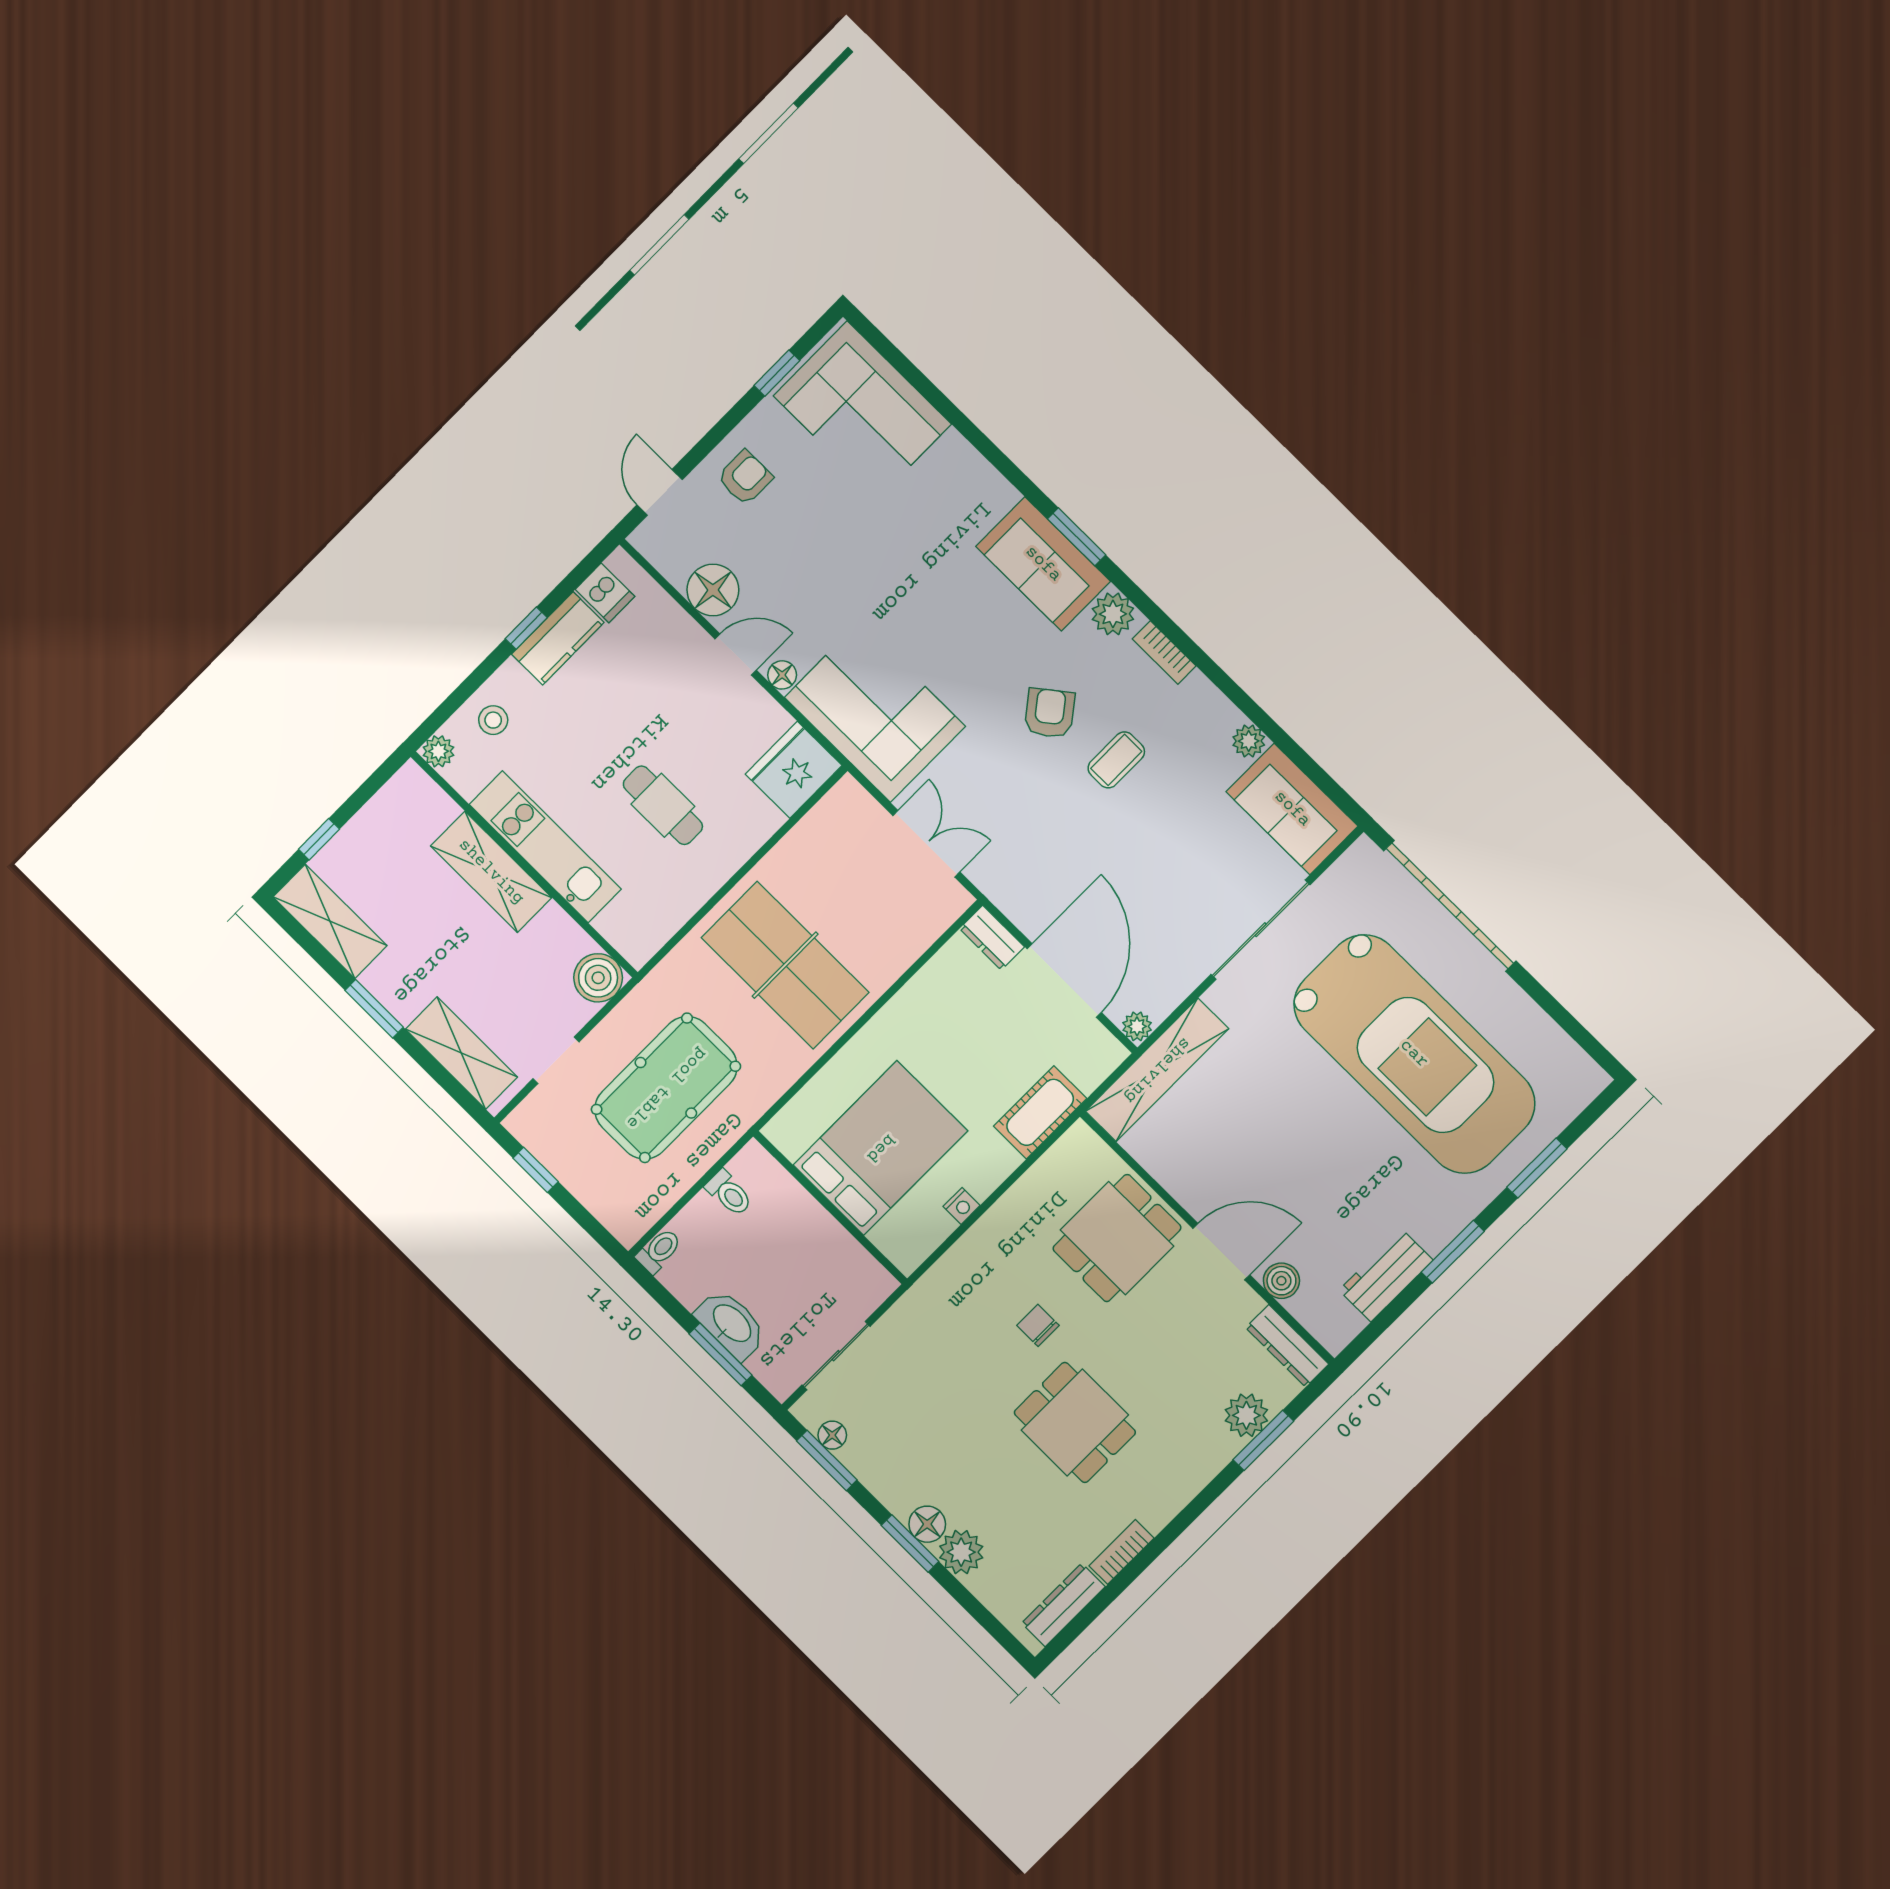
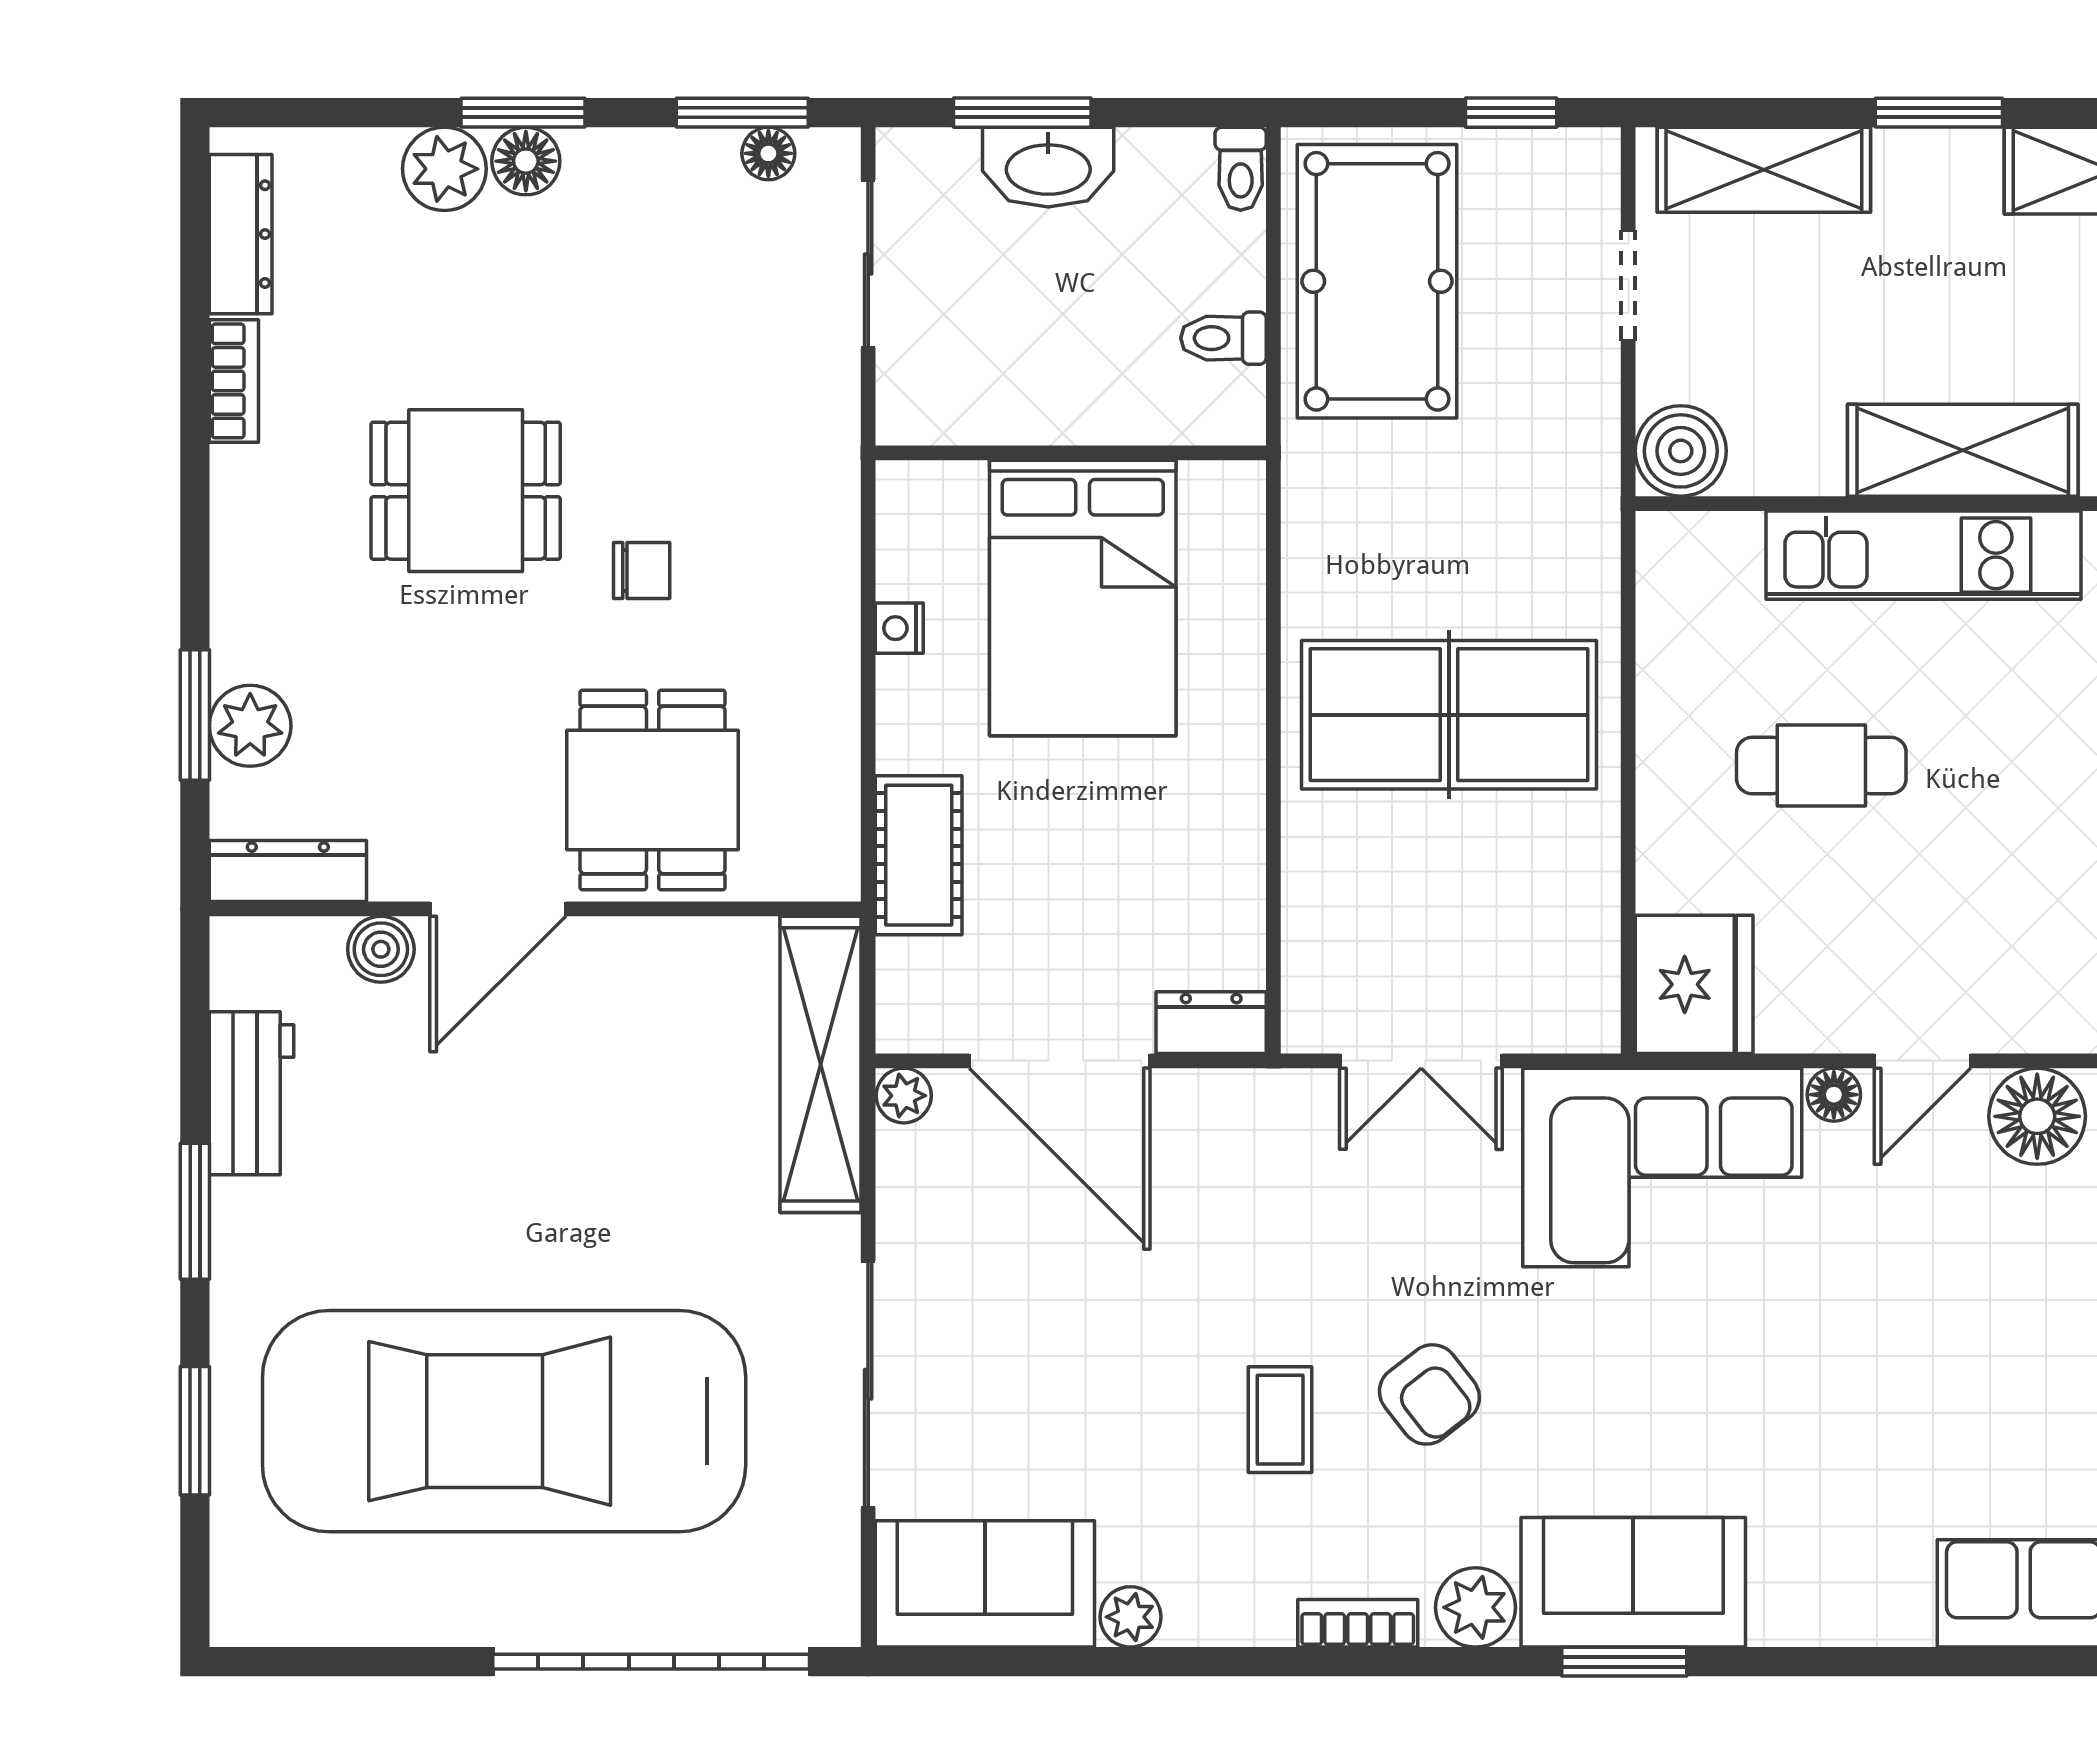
pool table: (666, 1088) -> (1377, 281), moved

